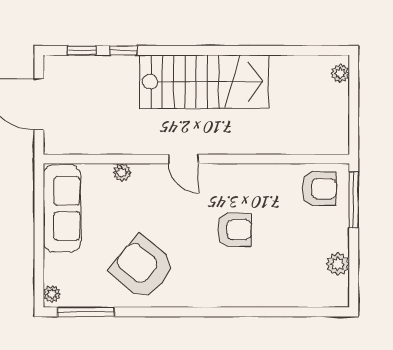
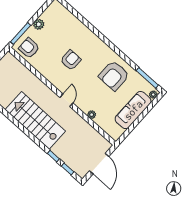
sofa: (62, 208) -> (133, 110), moved
armchair: (235, 230) -> (71, 60), turned 90
plant: (338, 264) -> (39, 24), moved
armchair: (142, 267) -> (114, 76), turned 50

